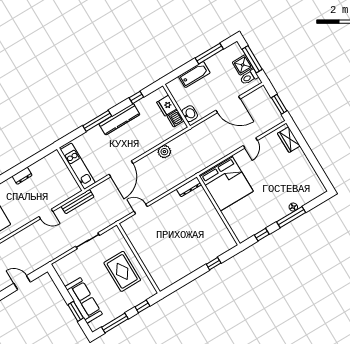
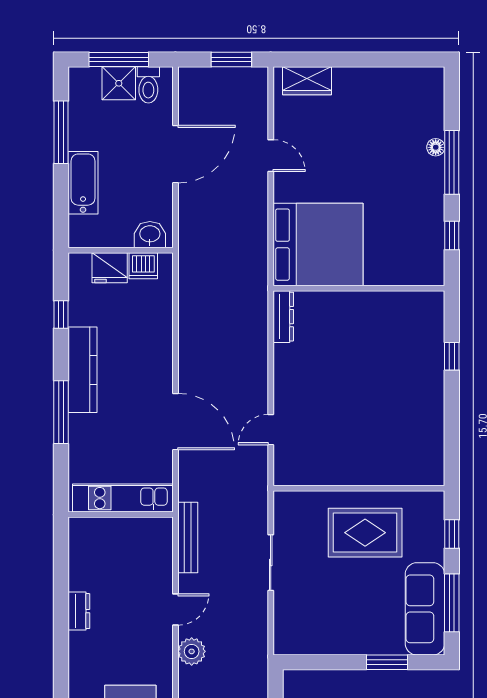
plant: (164, 152) -> (192, 651), moved
sofa: (84, 300) -> (425, 609), moved, turned -90

